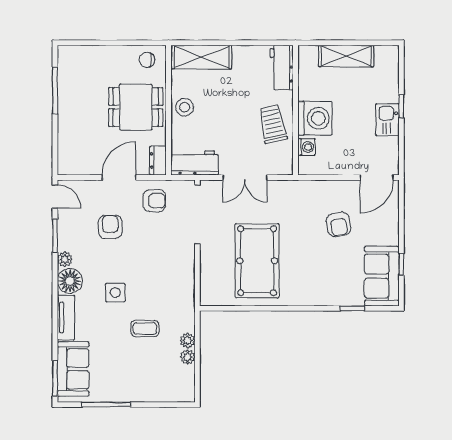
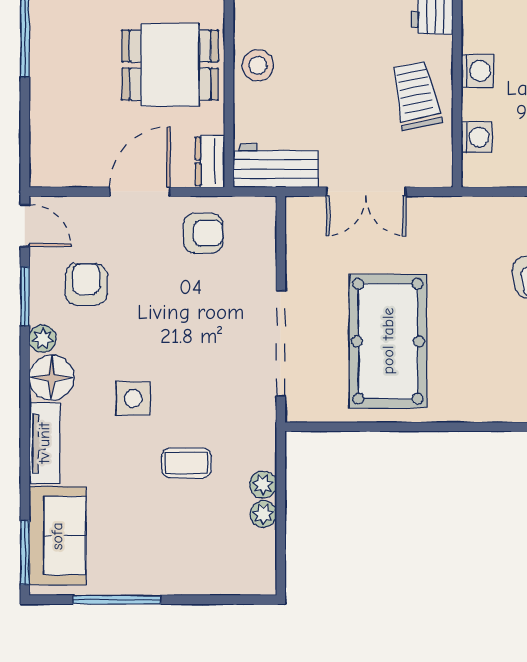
washing machine: (315, 118) -> (477, 71), width x0.53, depth x0.53
doorway: (197, 214) -> (281, 343), moved
armchair: (110, 227) -> (86, 284), moved

